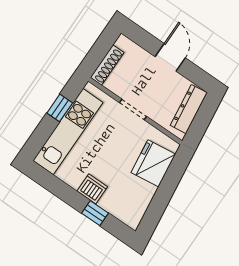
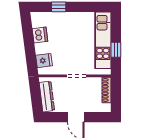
fridge: (153, 163) -> (44, 61), width x0.53, depth x0.75
dishwasher: (92, 189) -> (40, 35), moved, turned -97

